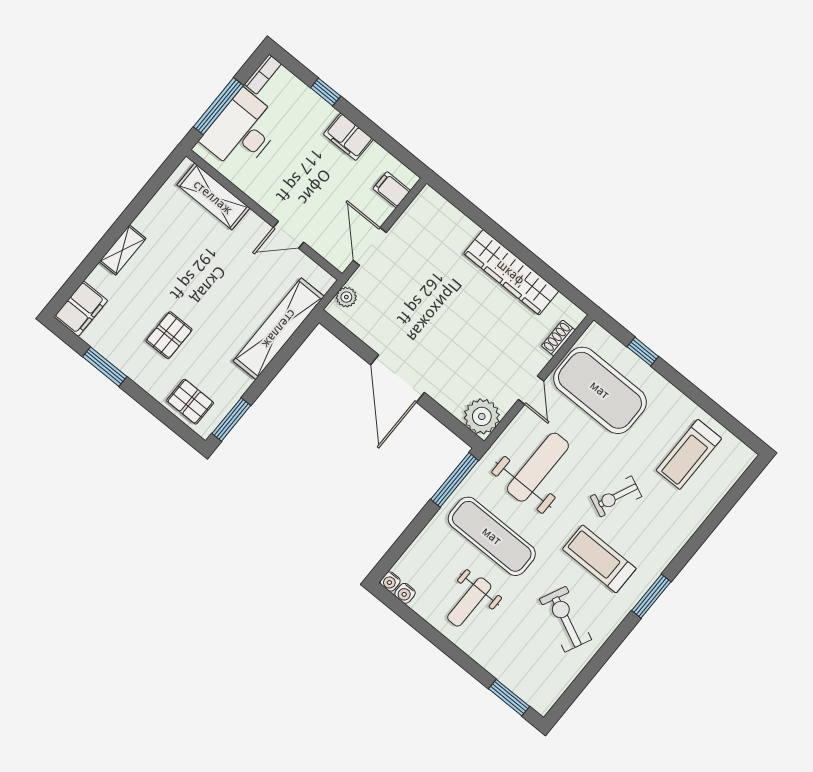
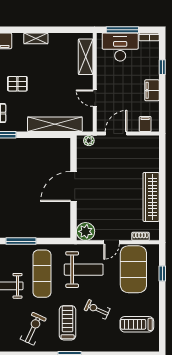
window: (455, 480) -> (21, 241), moved

